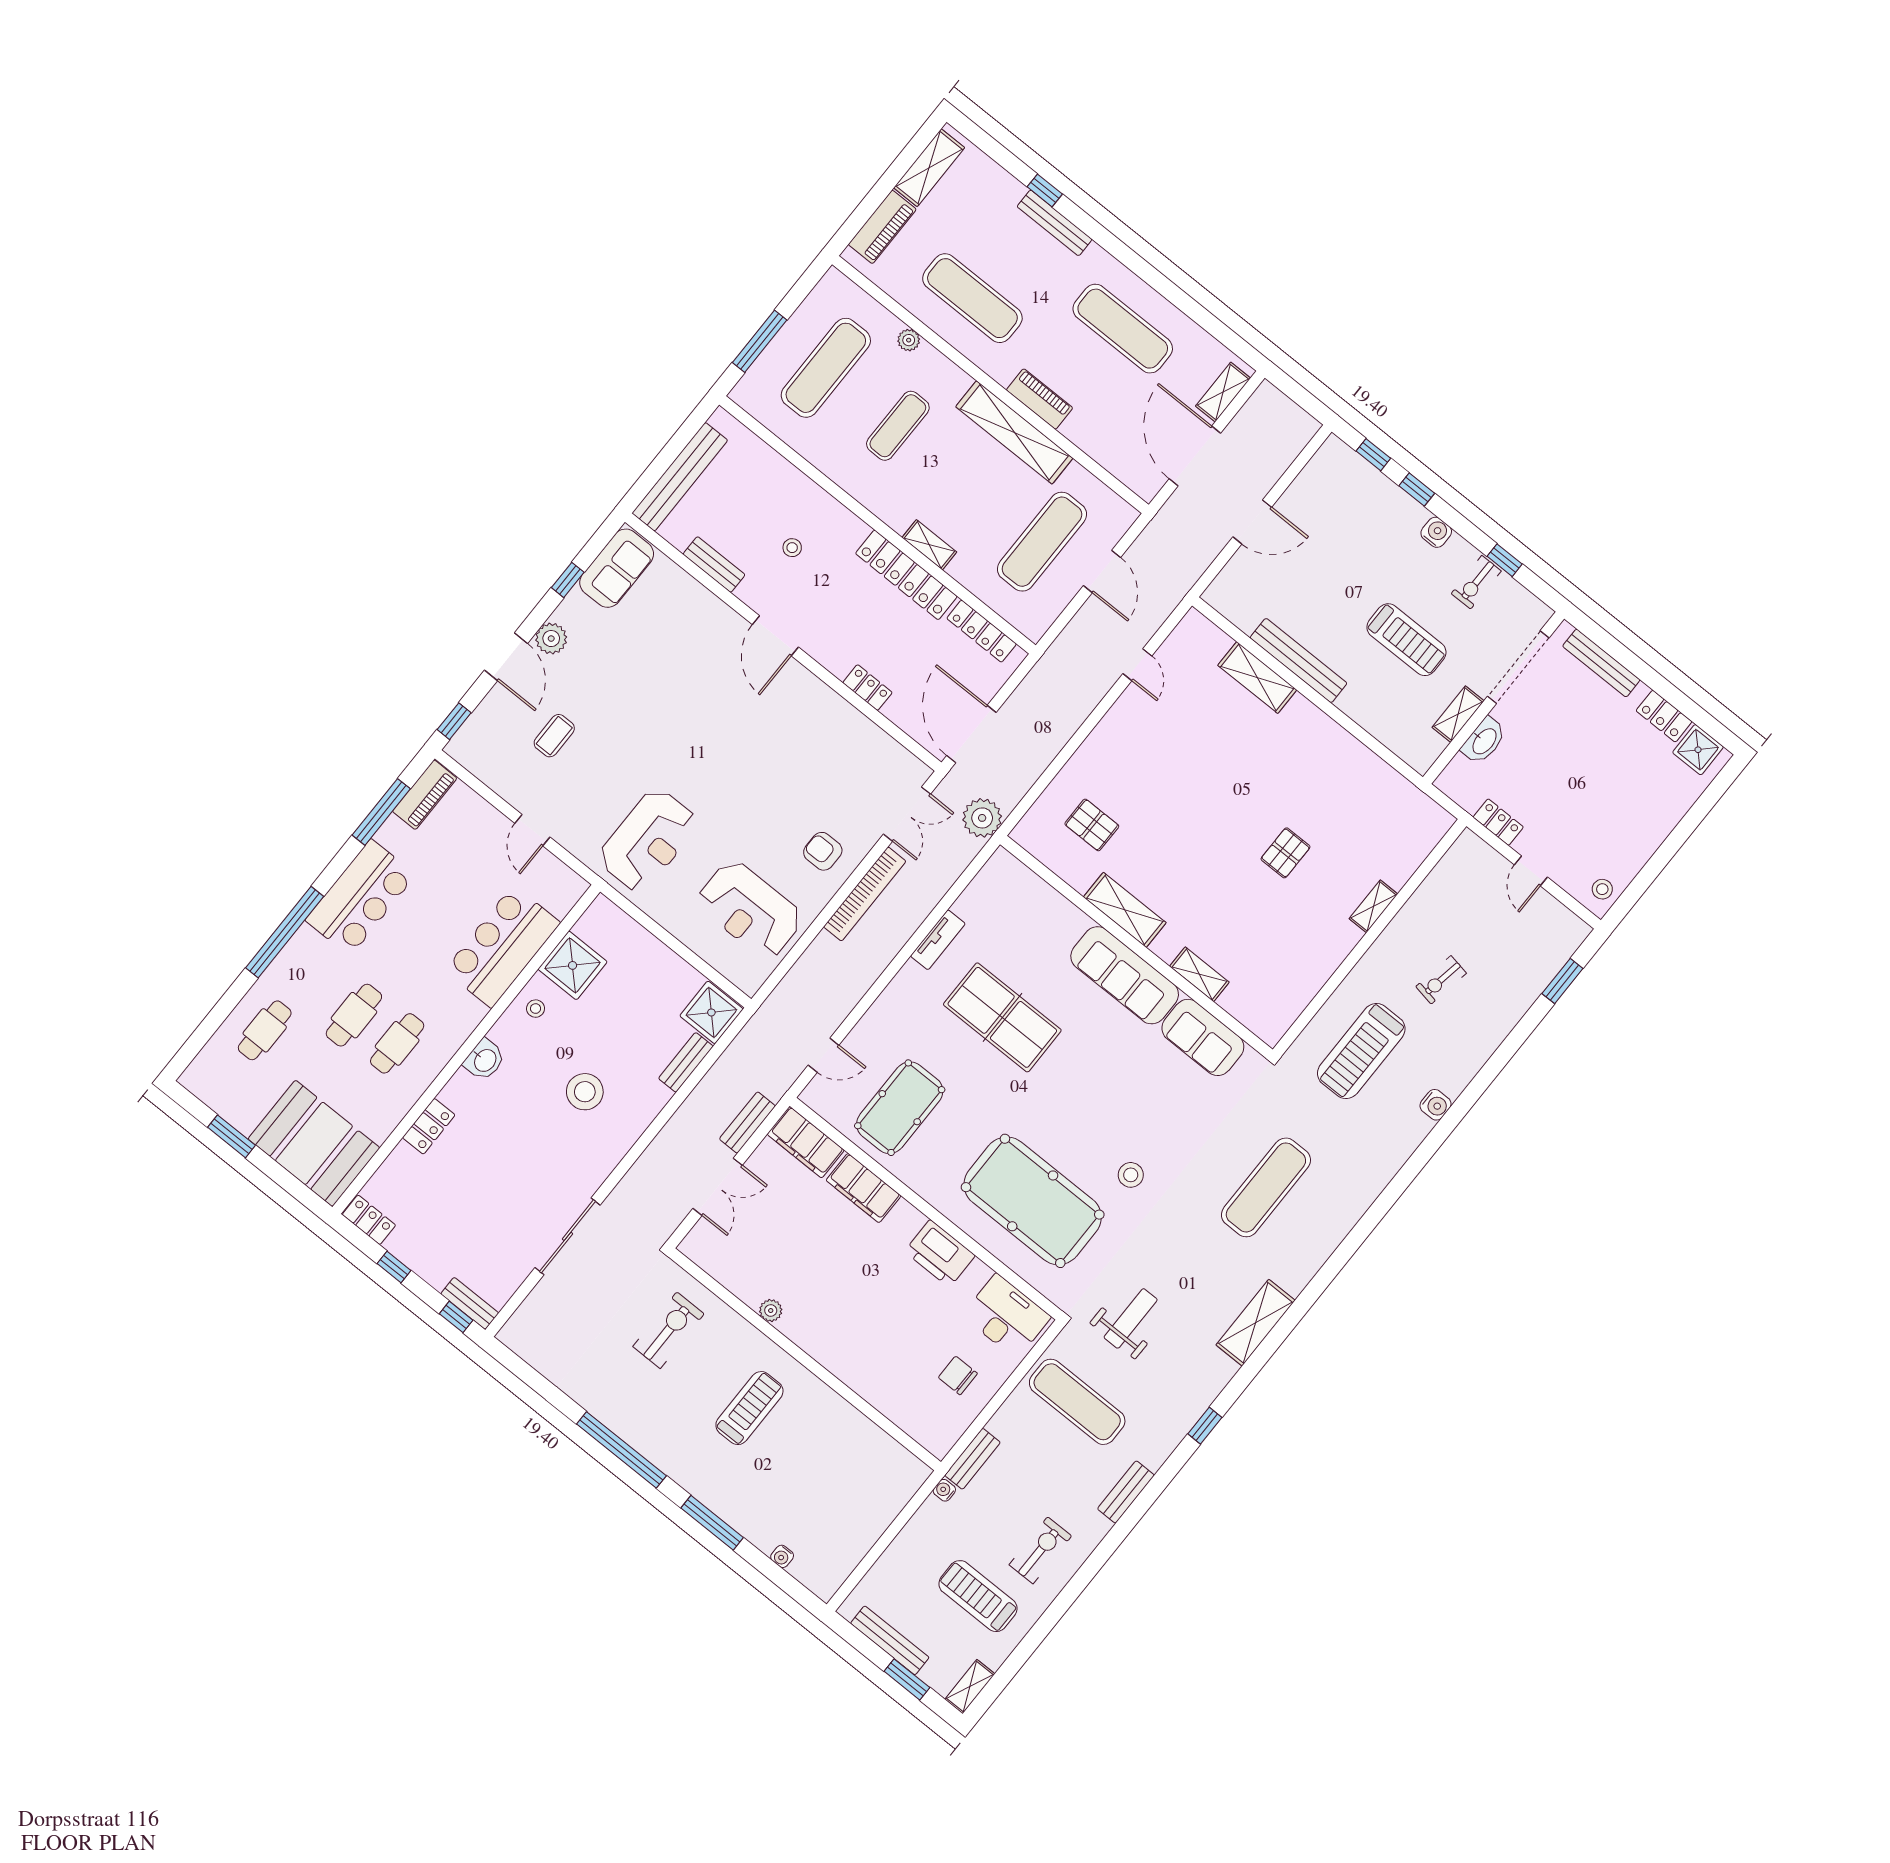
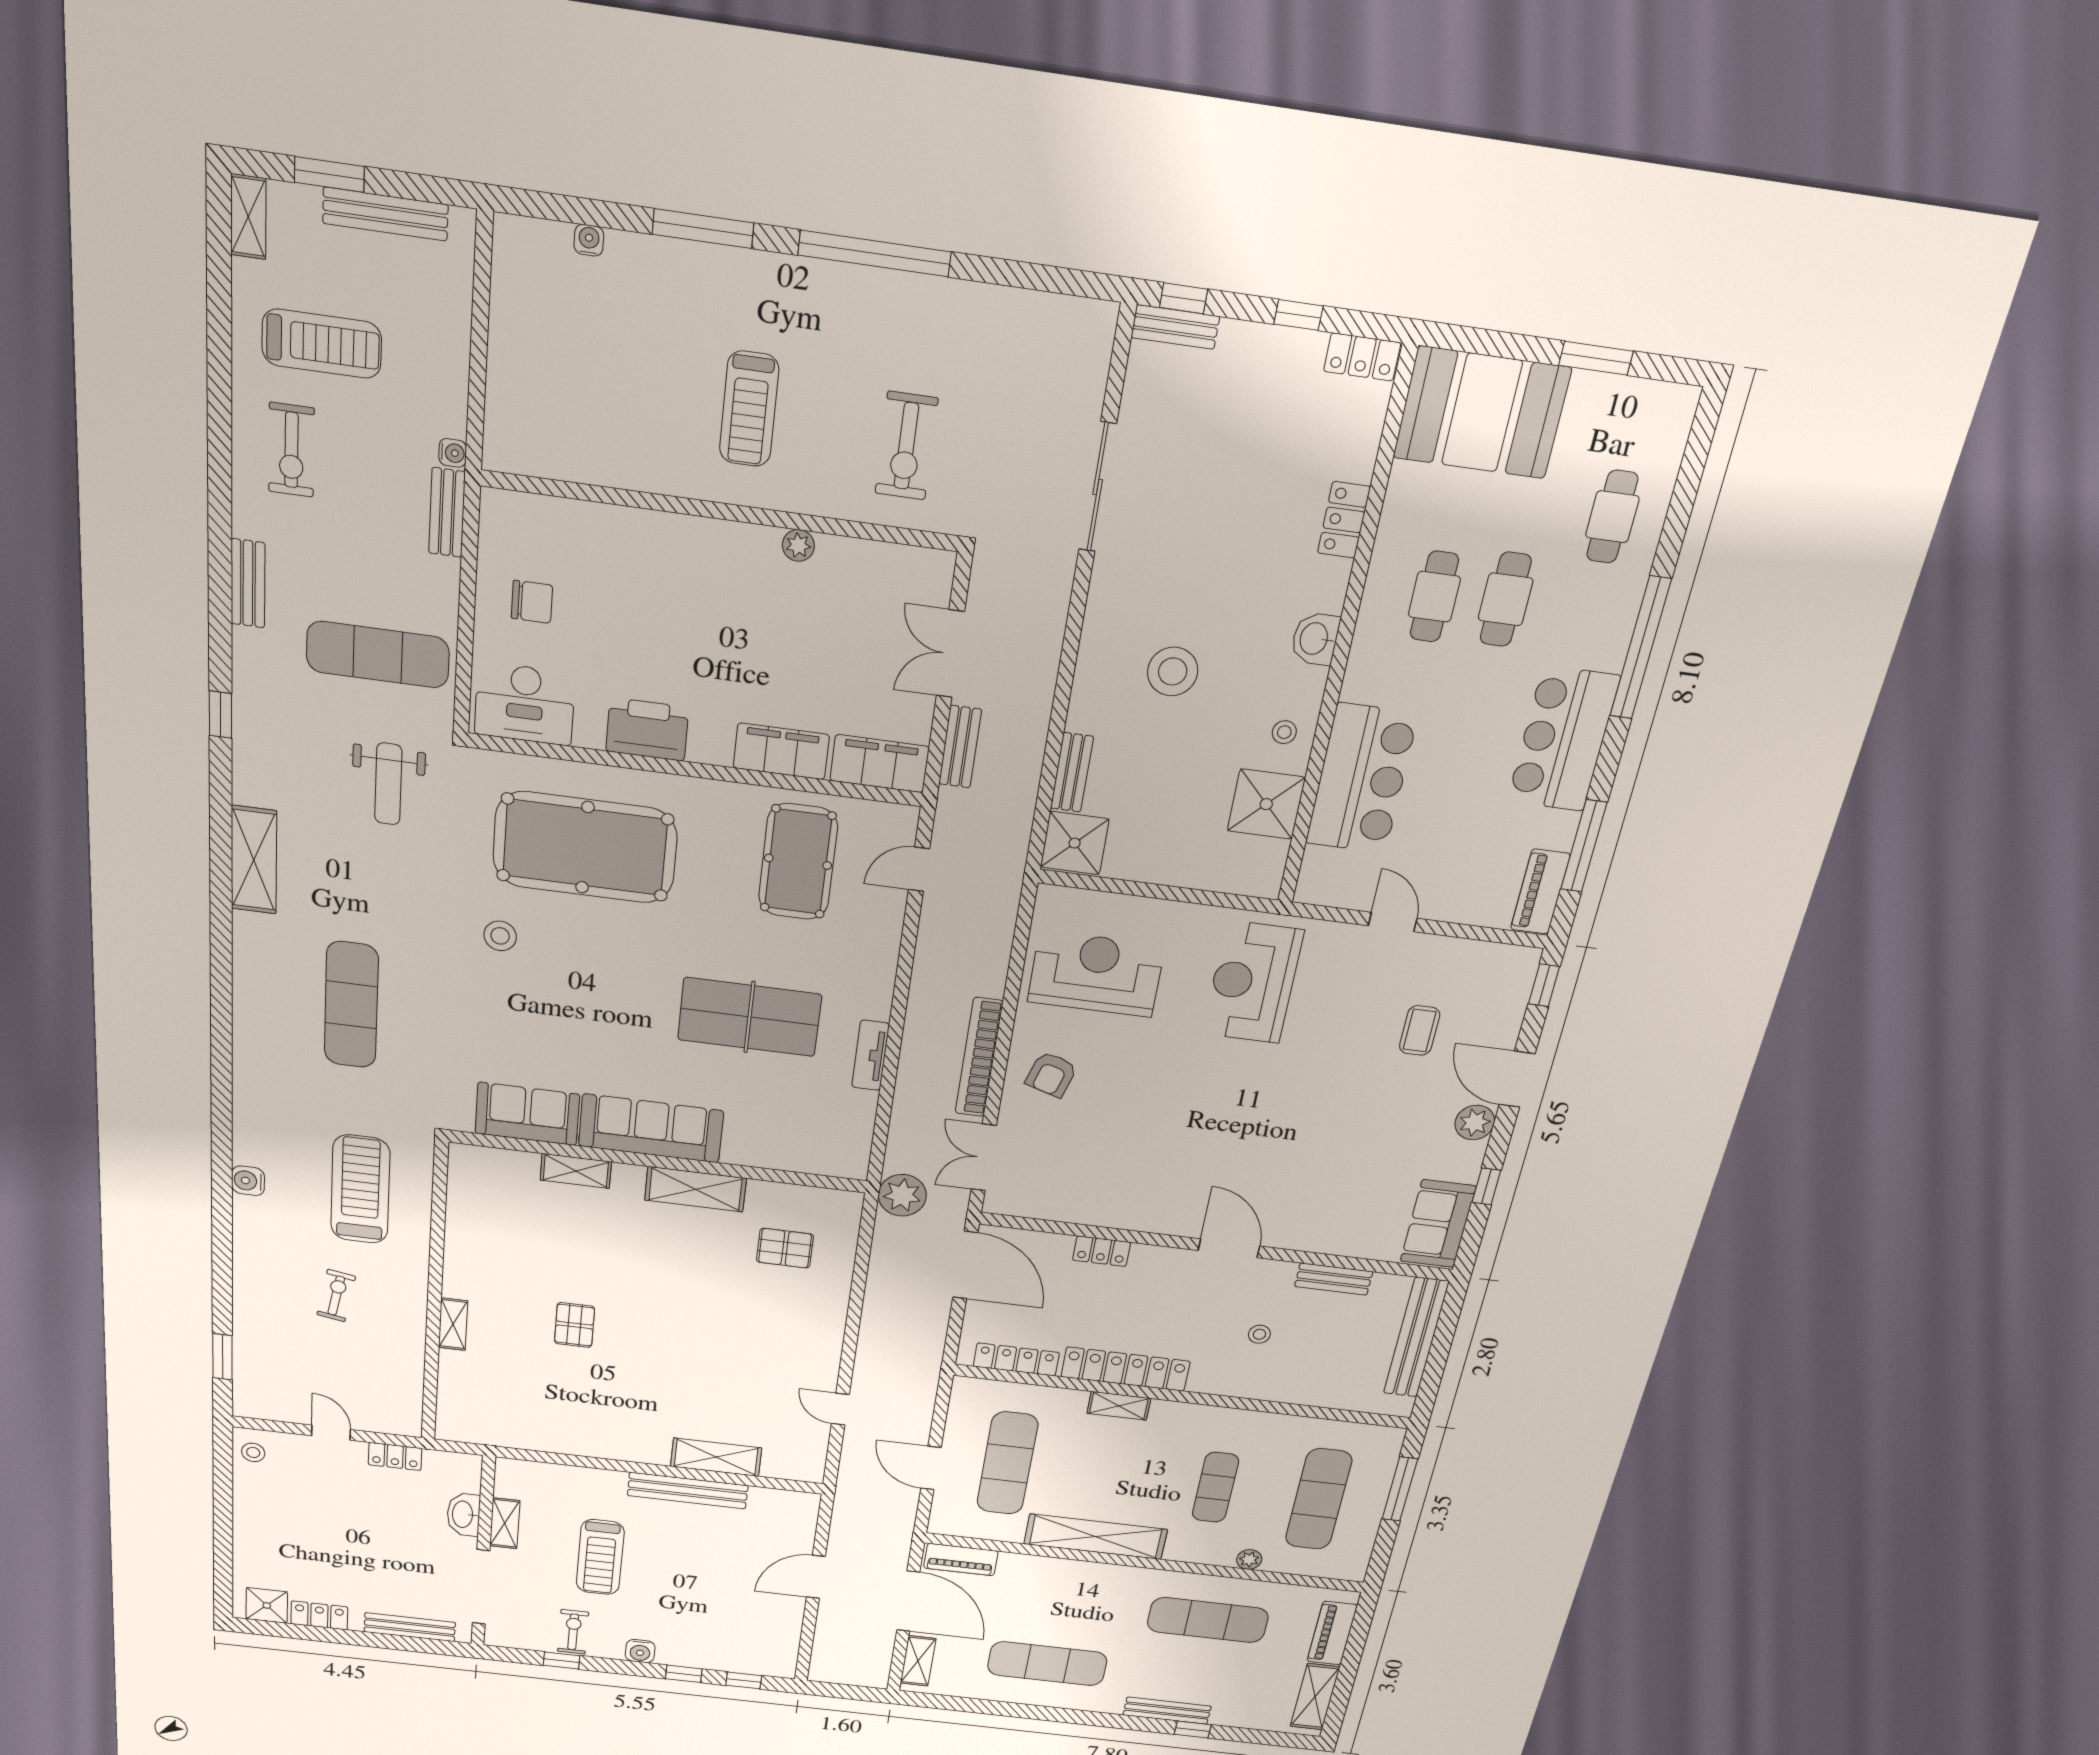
piano: (1040, 399) -> (961, 1560), moved
treadmill: (1406, 640) -> (600, 1557), turned -90
armchair: (823, 851) -> (1051, 1074), turned 107

